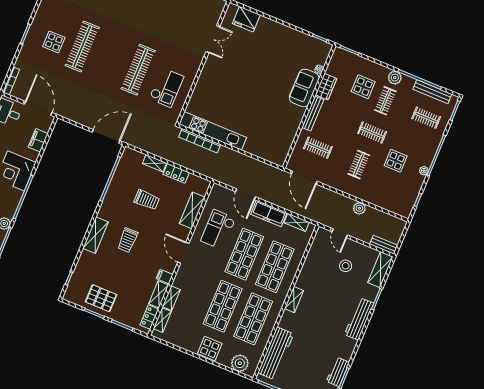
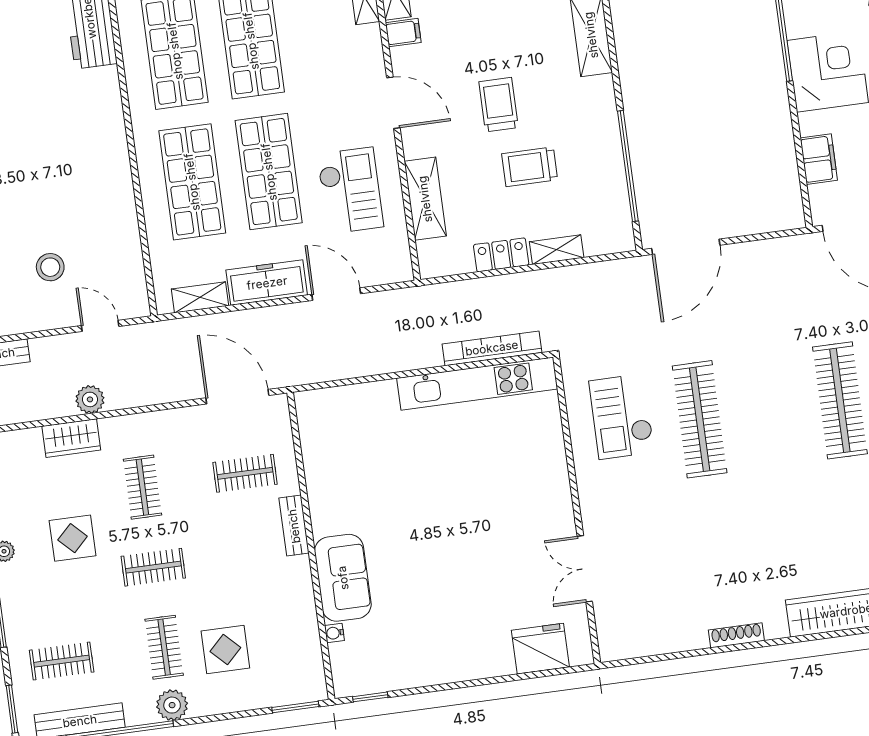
wardrobe: (326, 87) -> (71, 438), moved, turned -90
bench: (313, 114) -> (294, 526), width x0.73
trolley: (128, 240) -> (499, 105), moved
shelving: (294, 300) -> (115, 138), removed

